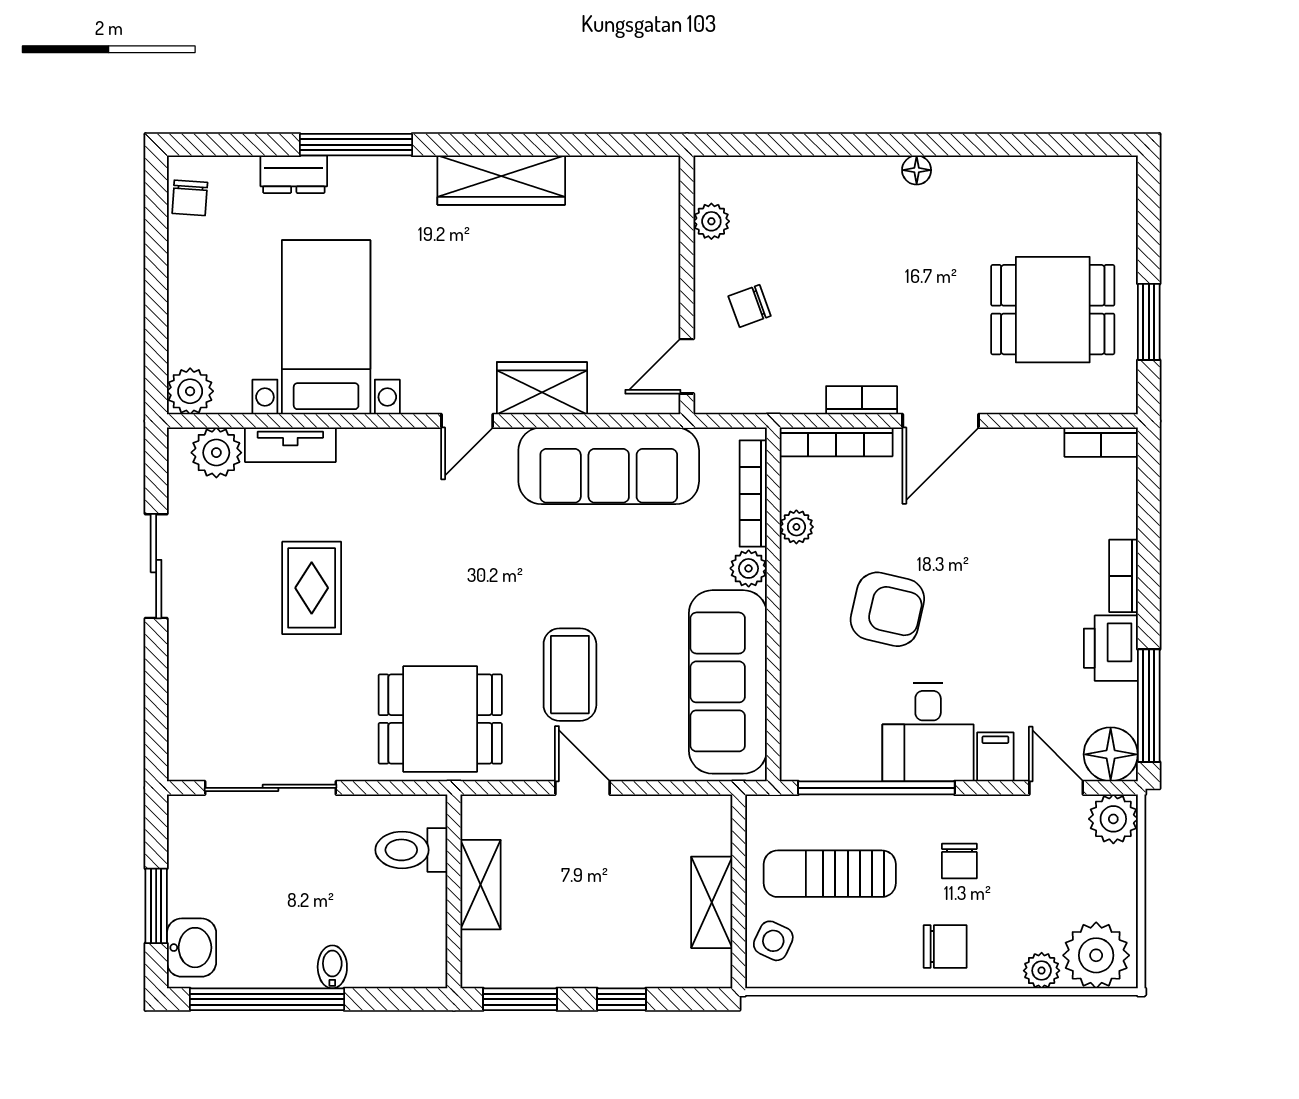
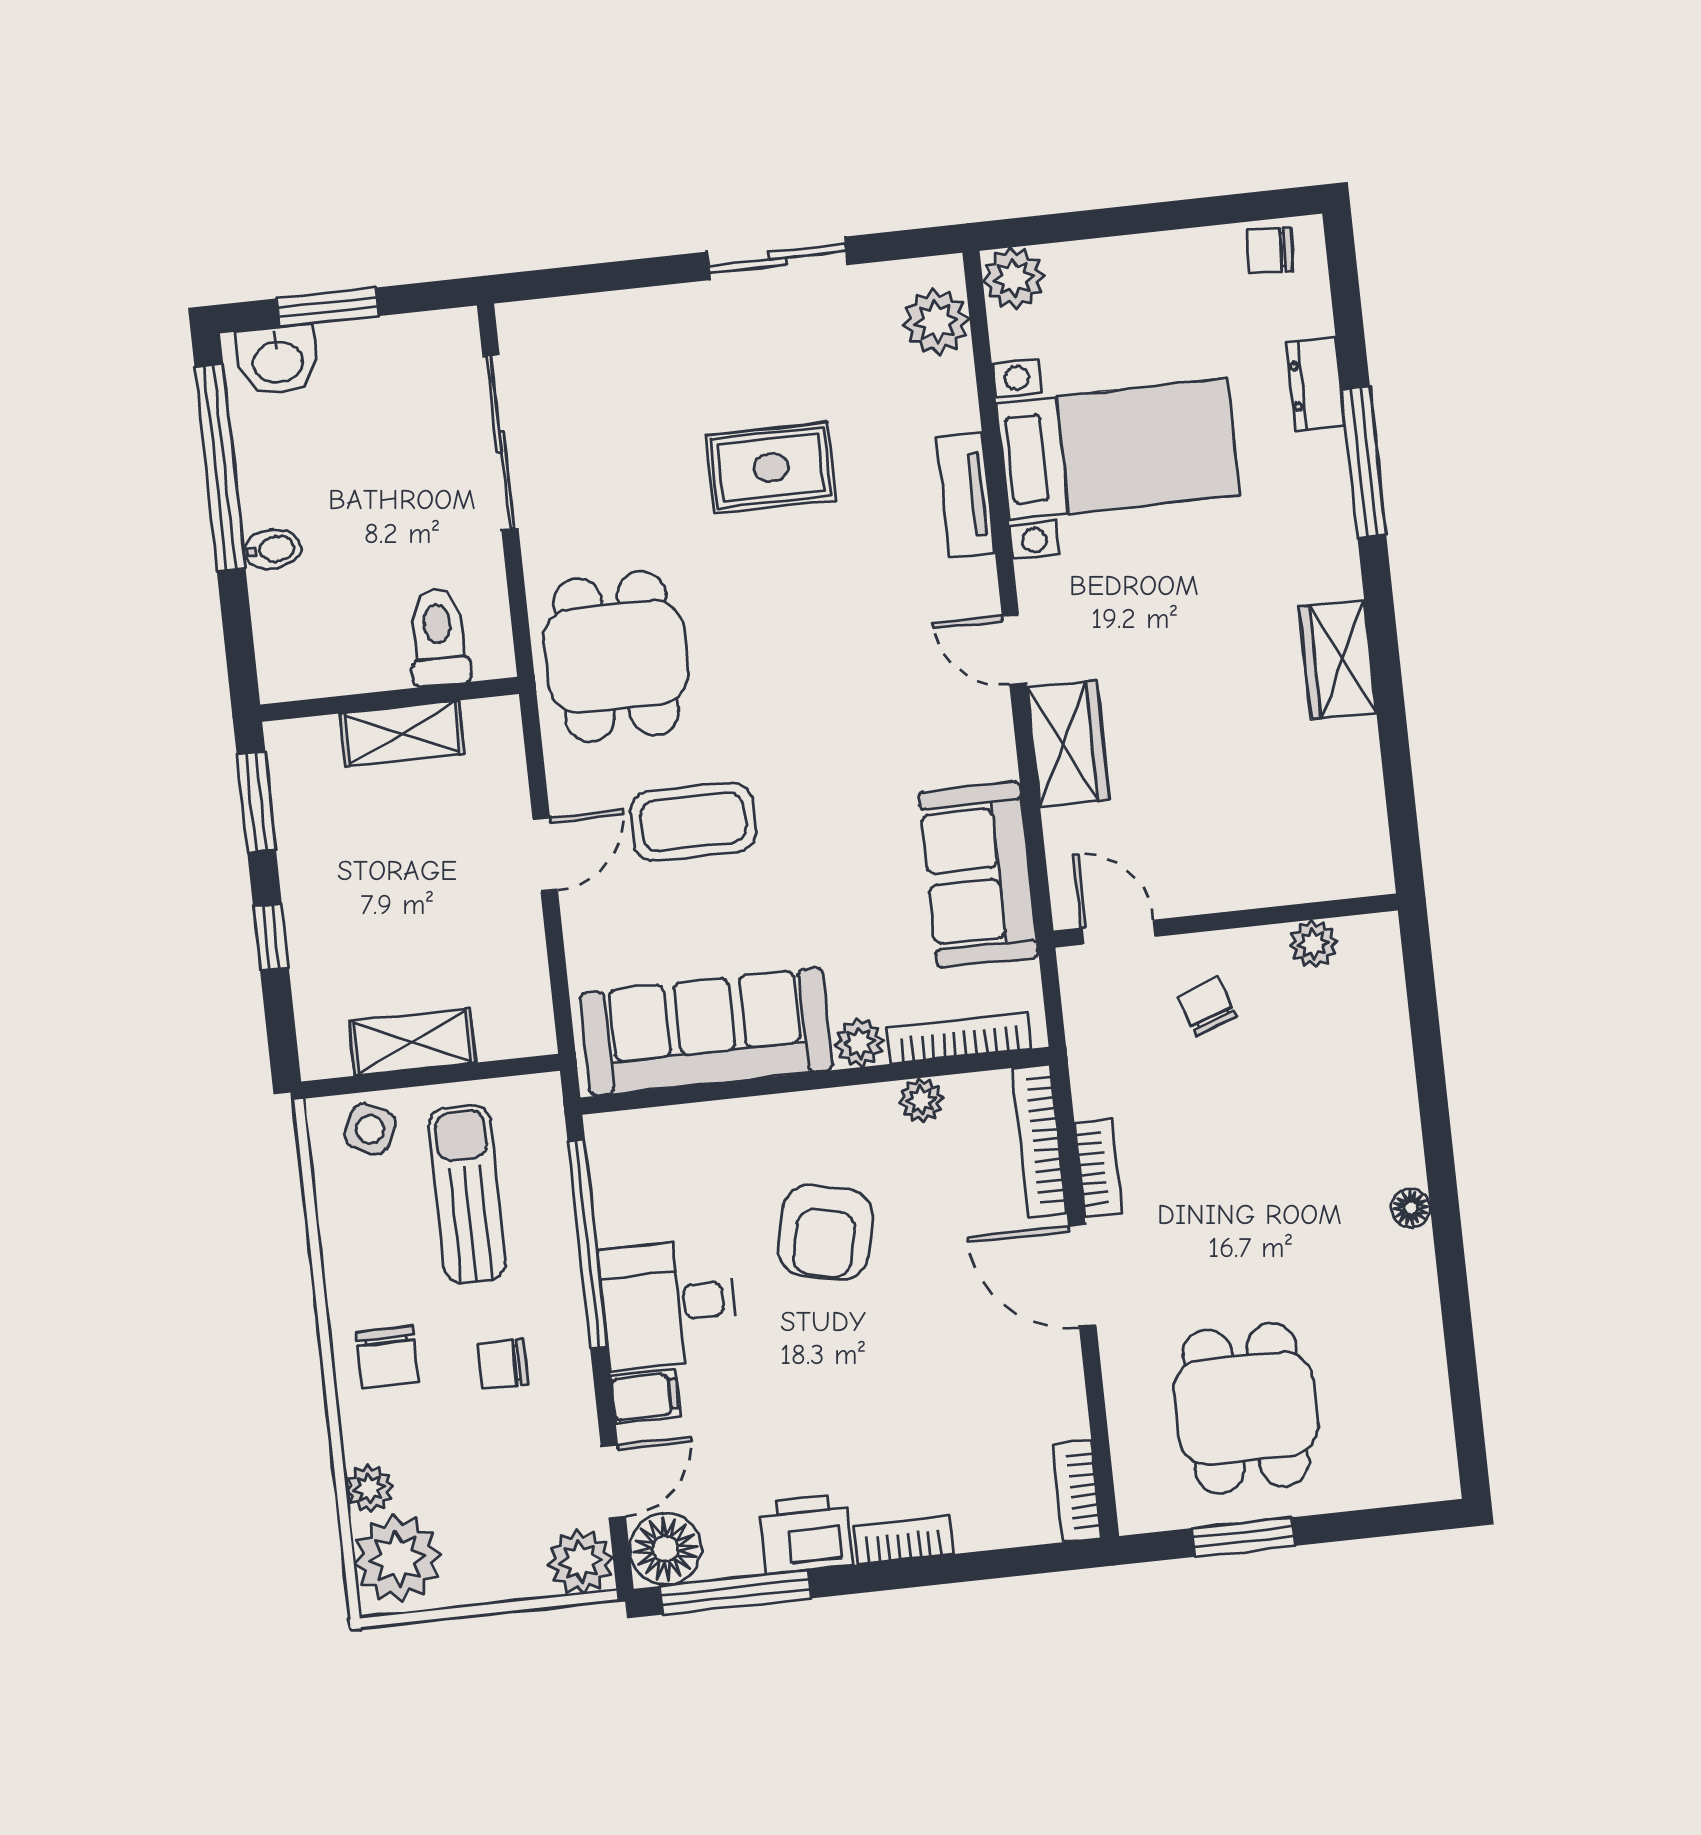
wardrobe: (501, 180) -> (1338, 660), width x0.67
tv unit: (290, 445) -> (966, 495), moved
sofa: (609, 466) -> (979, 875), width x0.73

